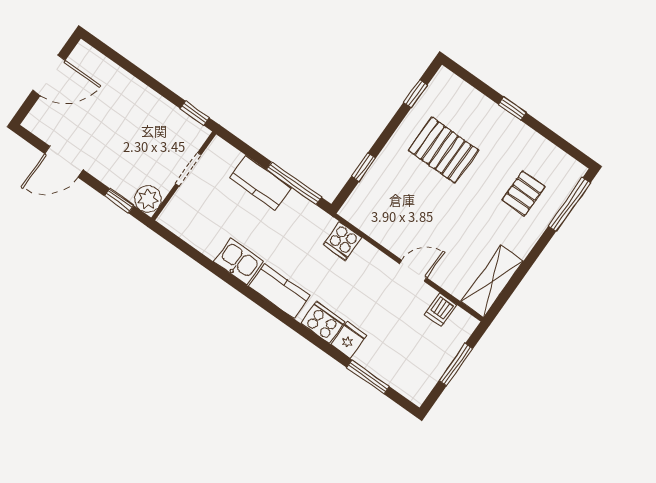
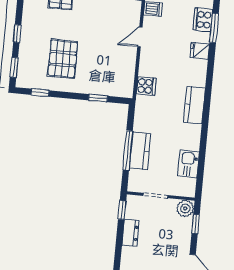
window: (469, 78) -> (14, 67), added
dresser: (158, 107) -> (130, 233), added
window: (294, 183) -> (128, 150), moved
kitchen sink: (239, 261) -> (189, 164), moved
door: (413, 271) -> (140, 37), hinge flipped
cooker: (323, 322) -> (203, 20), moved

